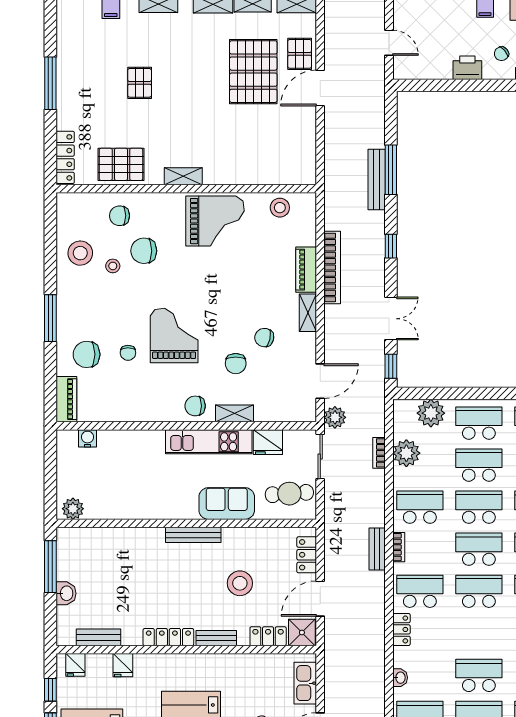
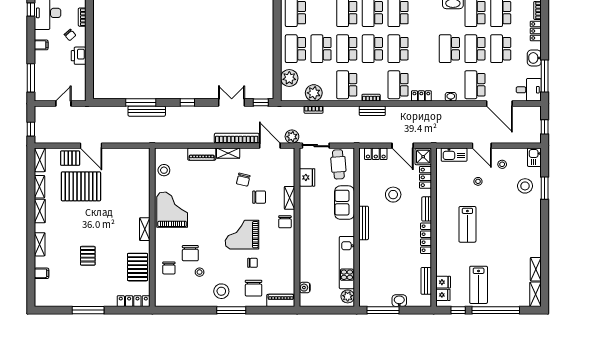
pallet: (140, 83) -> (88, 256), turned 90
stool: (80, 253) -> (221, 291), moved
bookcase: (332, 267) -> (237, 138), moved
kitchen unit: (209, 442) -> (347, 263), moved, turned 180
fridge: (123, 665) -> (443, 282), moved

